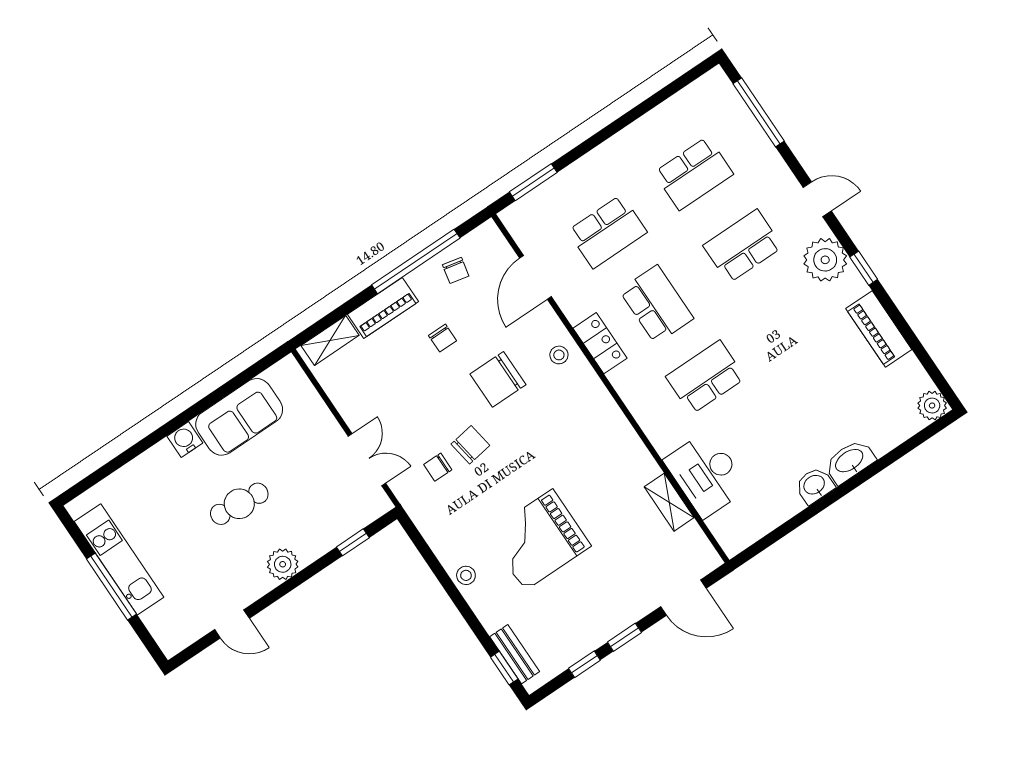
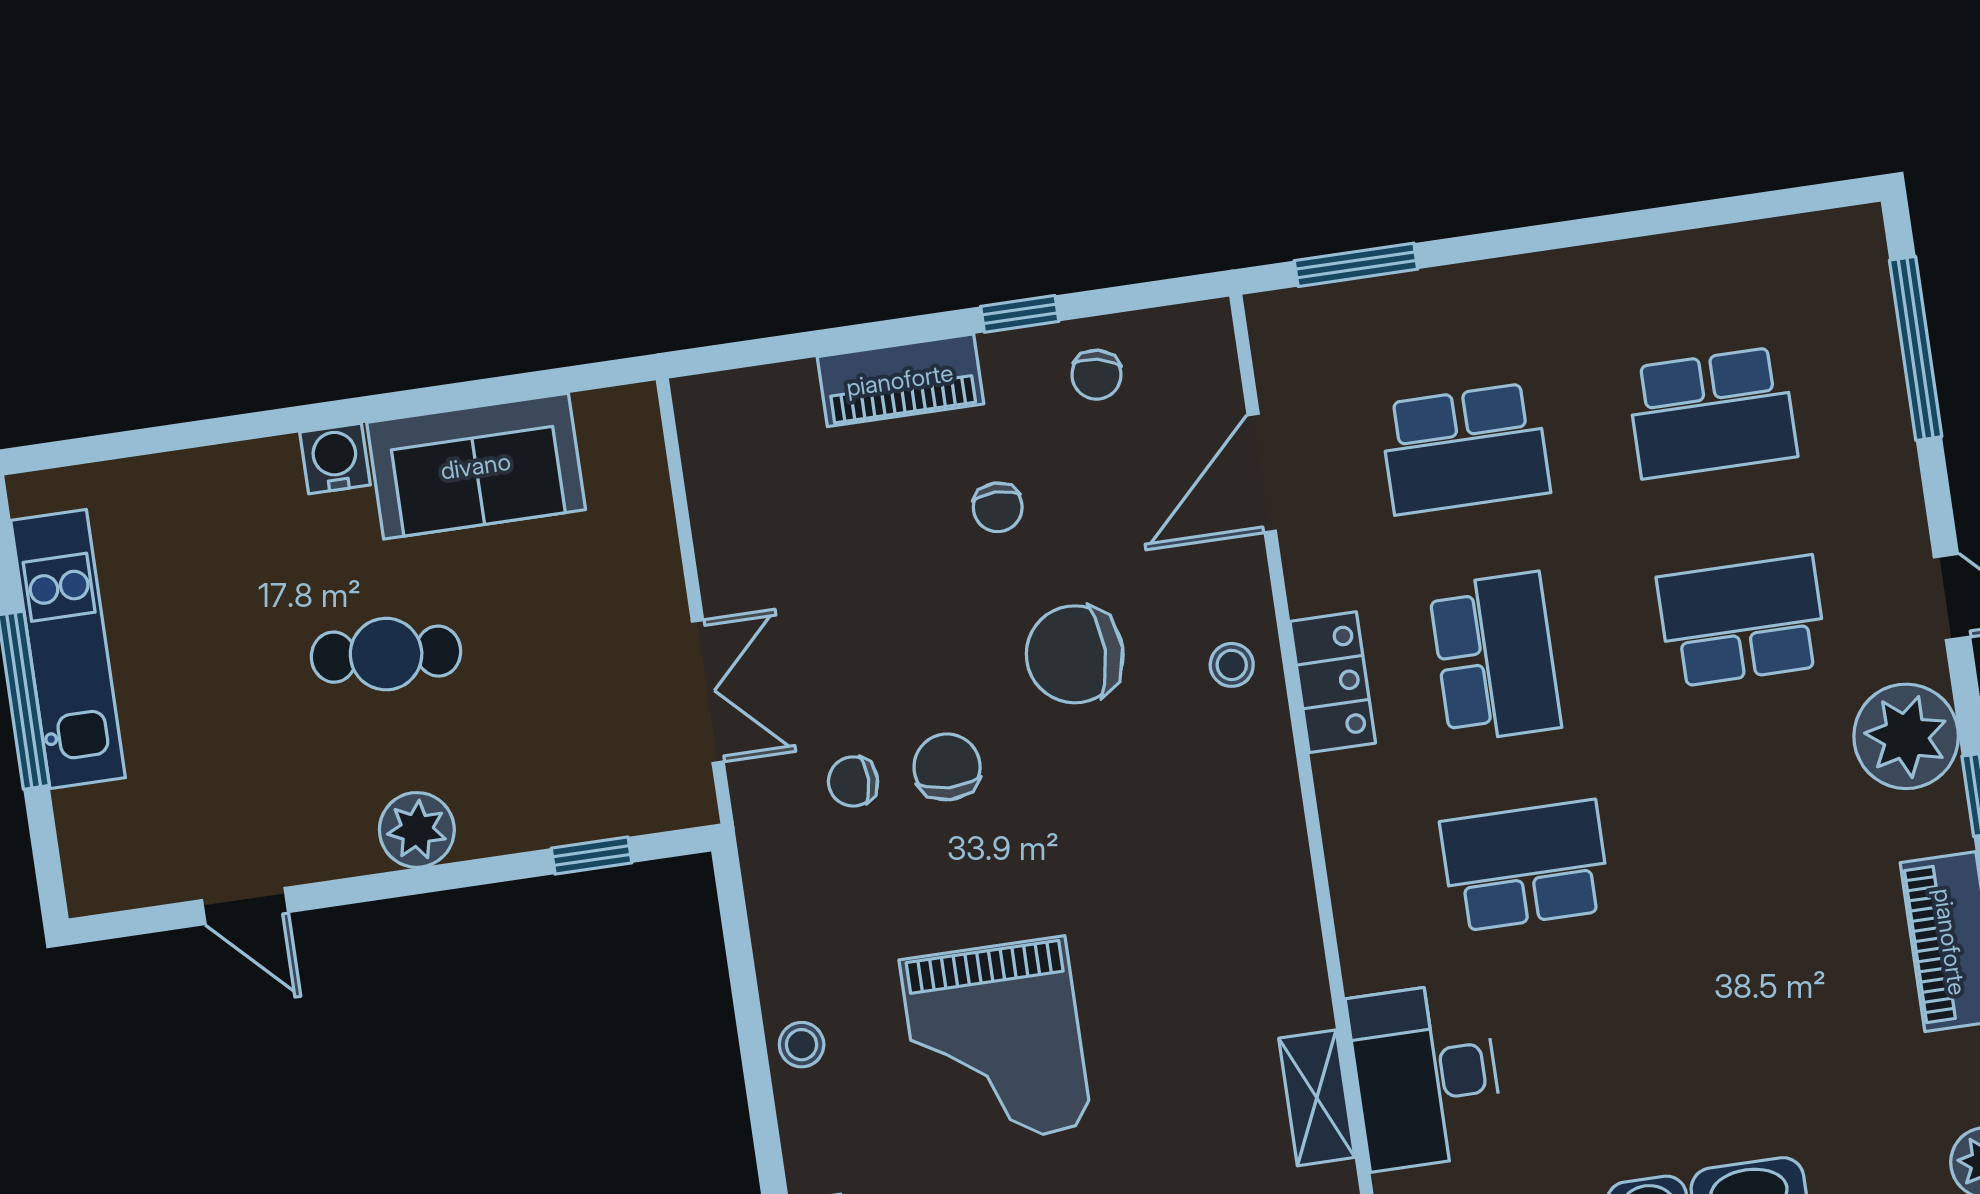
window: (416, 261) -> (1020, 314), width x0.32
shelving: (330, 340) -> (752, 396), removed
chair: (470, 445) -> (947, 767), turned -79
grand piano: (539, 540) -> (996, 1043), turned -90

